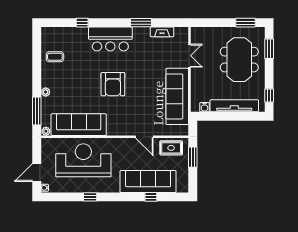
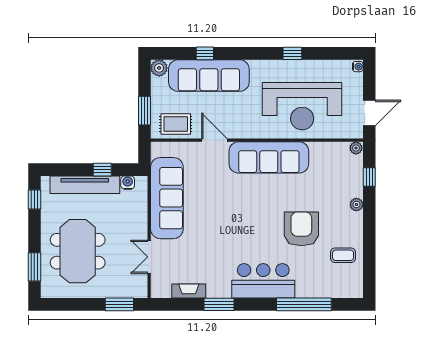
window: (82, 23) -> (304, 304), width x3.17
window: (246, 23) -> (119, 304), moved
armchair: (113, 84) -> (301, 229), moved
window: (37, 111) -> (369, 177), width x0.46
window: (222, 116) -> (102, 170), added
sofa: (79, 125) -> (269, 157), moved
door: (37, 173) -> (369, 113), moved
plant: (183, 187) -> (159, 68), added

